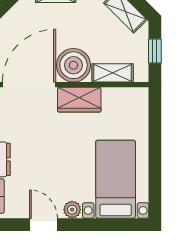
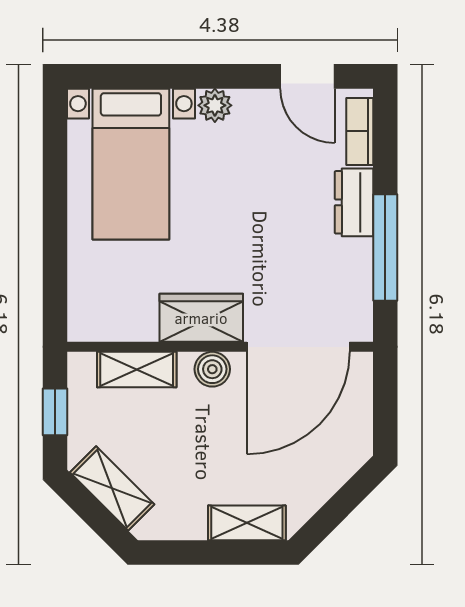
boiler: (74, 65) -> (212, 369), width x0.54, depth x0.54
door: (44, 225) -> (307, 76), moved

